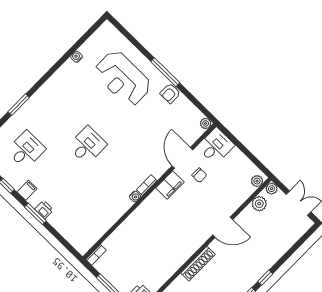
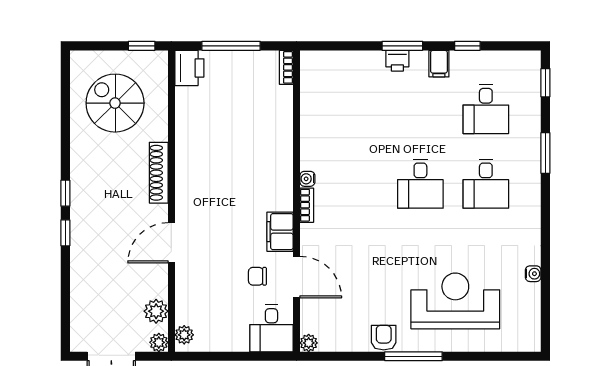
desk: (58, 117) -> (486, 184), added

